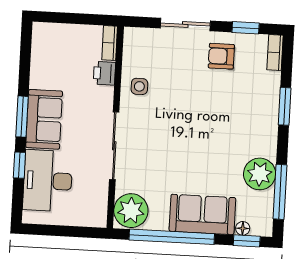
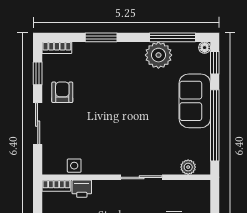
armchair: (221, 56) -> (62, 92), turned 180
side table: (139, 86) -> (74, 166), moved
sliding door: (114, 146) -> (142, 177), width x0.73
plant: (131, 211) -> (188, 167), width x0.53, depth x0.53
floor lamp: (243, 228) -> (205, 48), moved

